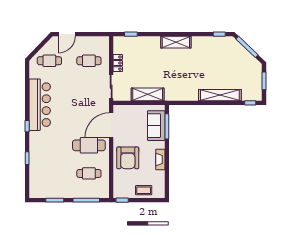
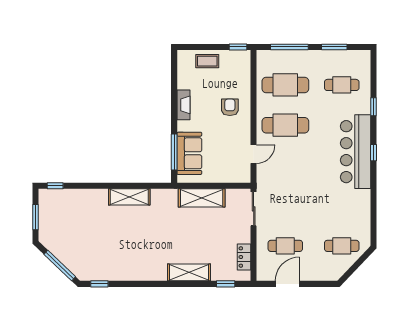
door: (67, 34) -> (287, 284), moved
shelving: (176, 42) -> (189, 272), moved
locker: (118, 63) -> (244, 257), moved
shelving: (220, 95) -> (129, 197), moved, width x0.68
bar counter: (40, 105) -> (356, 152), moved
door: (111, 125) -> (254, 154), width x0.53
armchair: (128, 158) -> (230, 107), width x0.53, depth x0.53
cafe table: (49, 173) -> (342, 85), added
cafe table: (89, 173) -> (285, 85), width x1.37, depth x1.35

